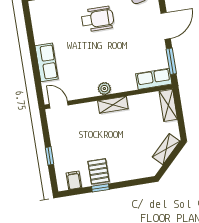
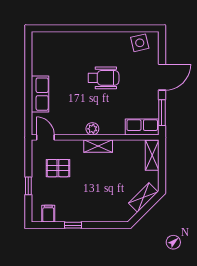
wheelchair: (98, 19) -> (103, 78), moved
pallet: (99, 171) -> (58, 168), moved, turned 90

